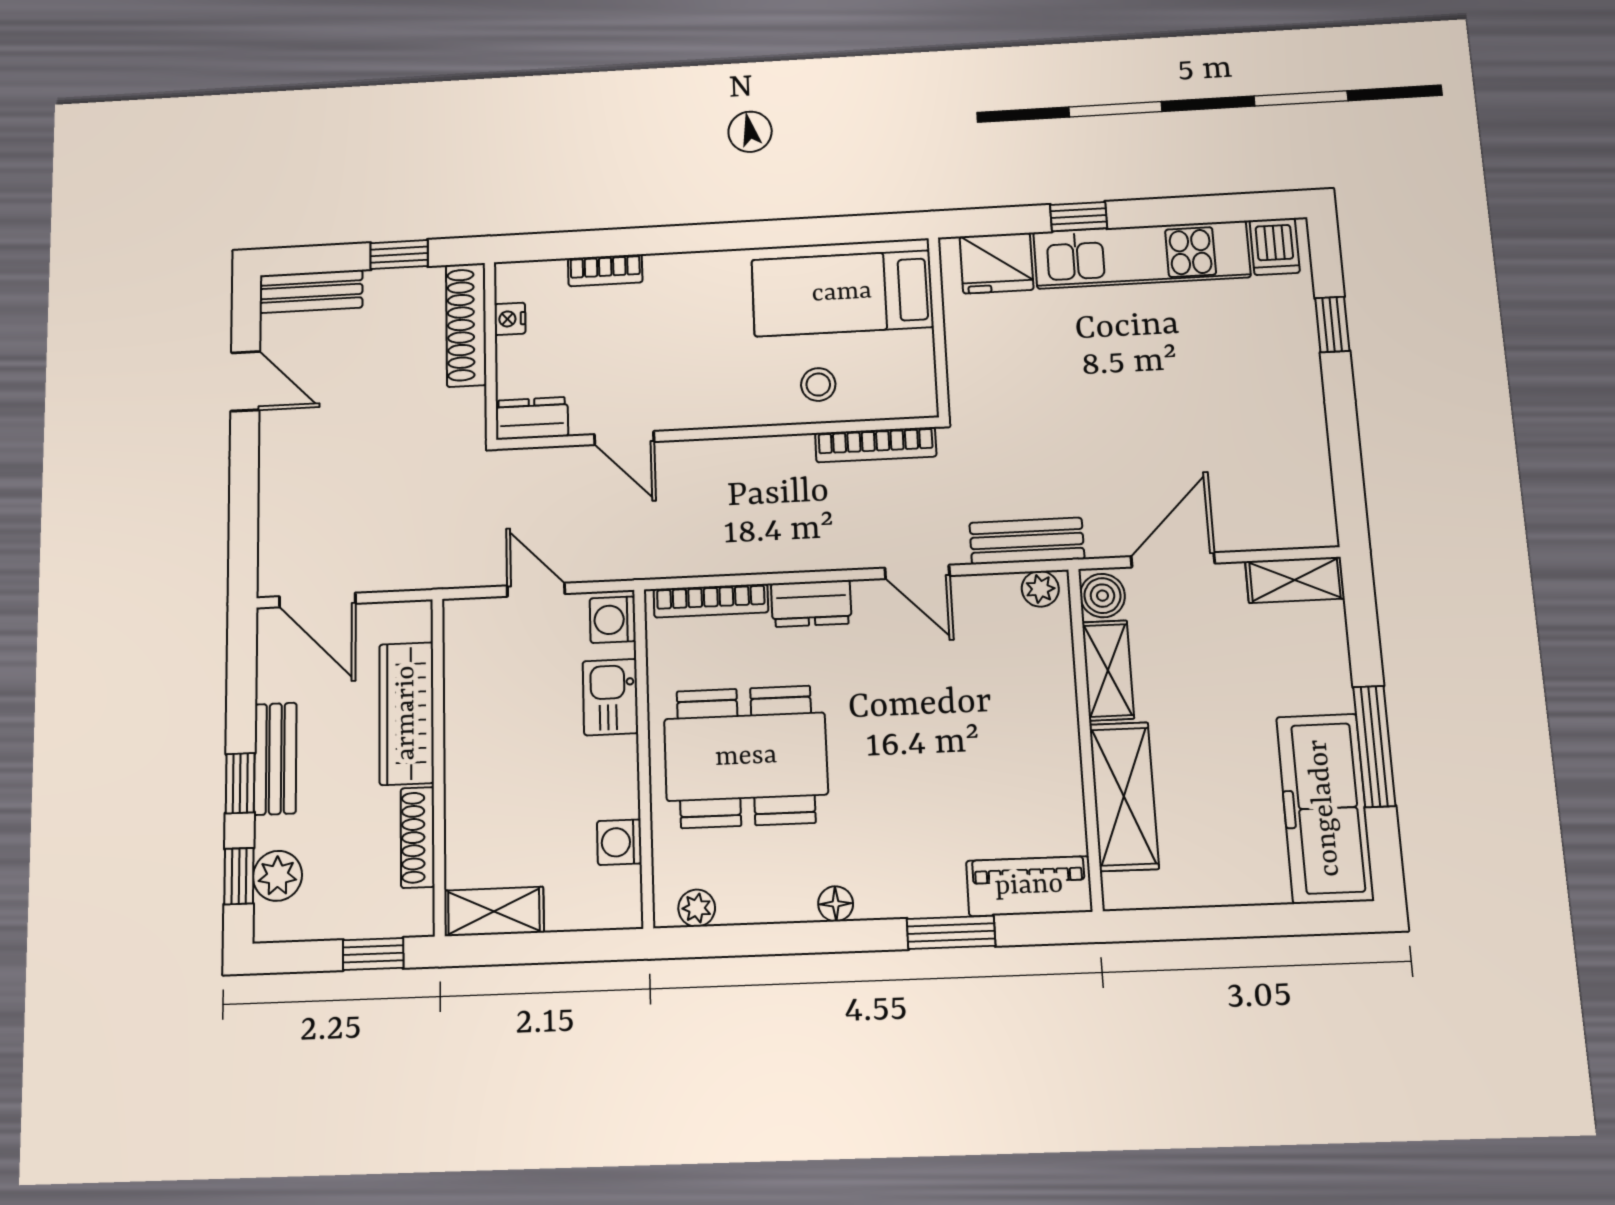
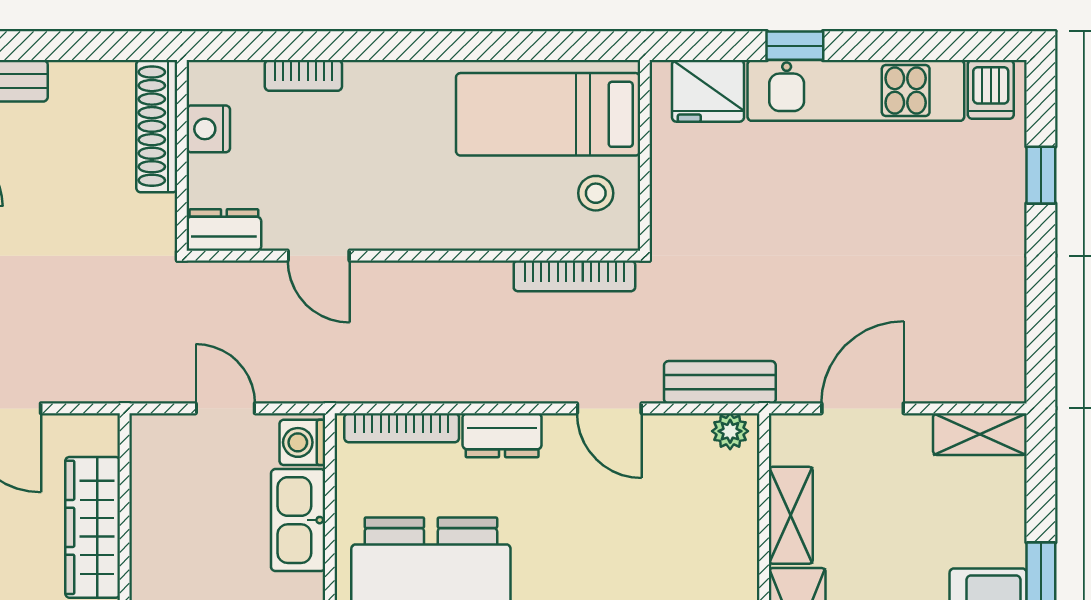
window: (399, 255) -> (87, 46), removed
nightstand: (510, 319) -> (208, 129), width x1.39, depth x1.35
stool: (818, 385) -> (596, 193), moved
boiler: (1102, 596) -> (791, 441), removed
kitchen sink: (610, 697) -> (298, 520), width x1.38

